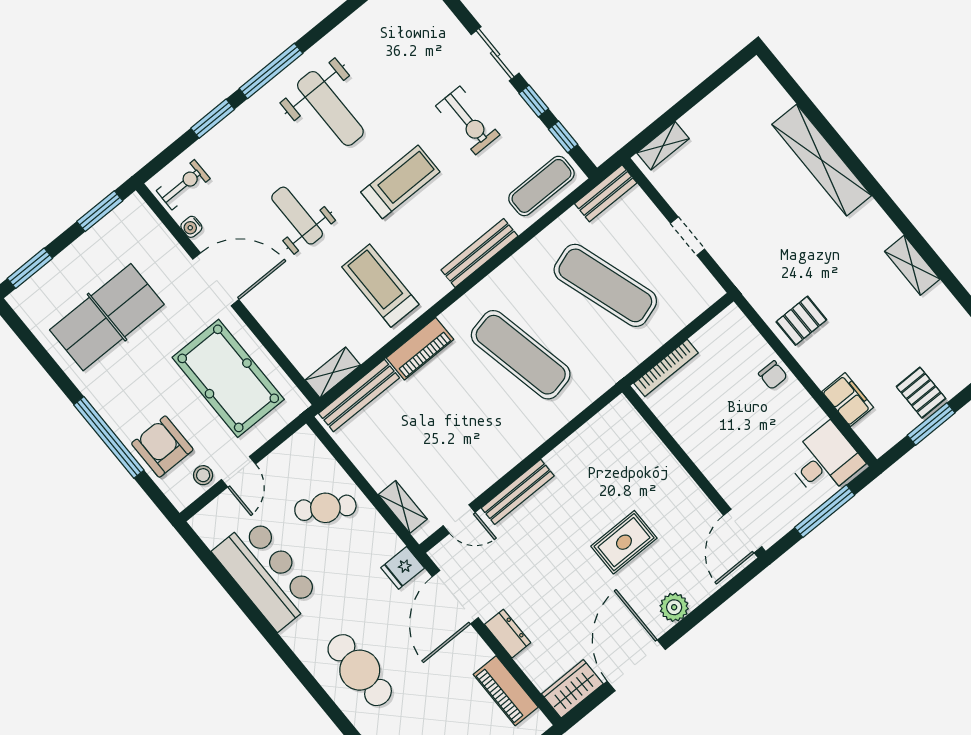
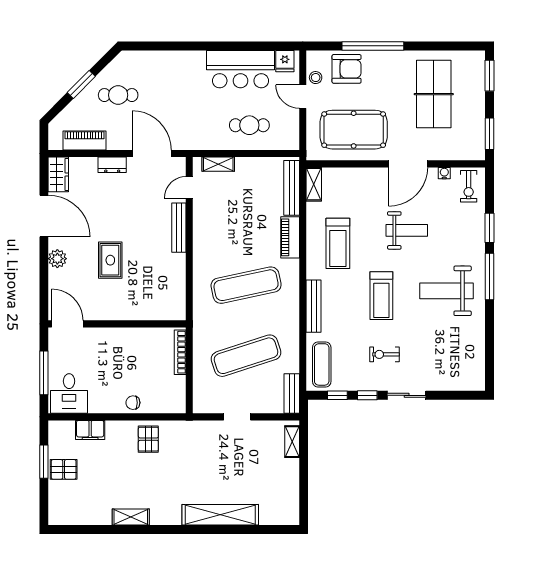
exercise bike: (468, 120) -> (385, 354), width x0.73, depth x0.72
treadmill: (380, 286) -> (338, 243), turned 90
cafe table: (325, 508) -> (249, 125), turned 57
fridge: (403, 568) -> (285, 61), moved, turned 180
cafe table: (360, 670) -> (118, 95), moved, width x0.73, depth x0.74

